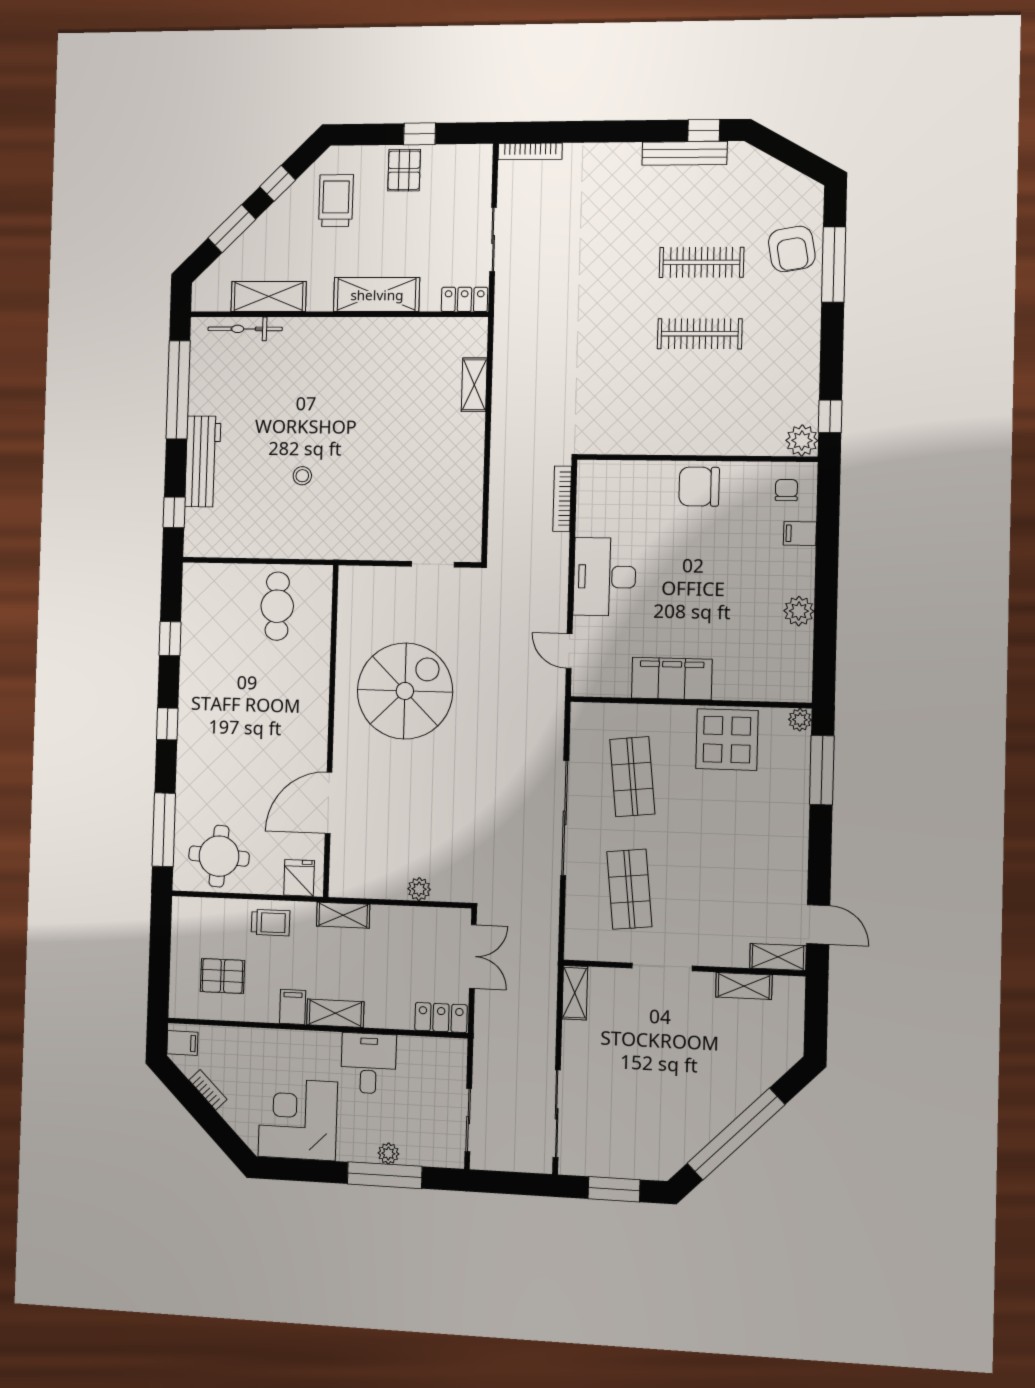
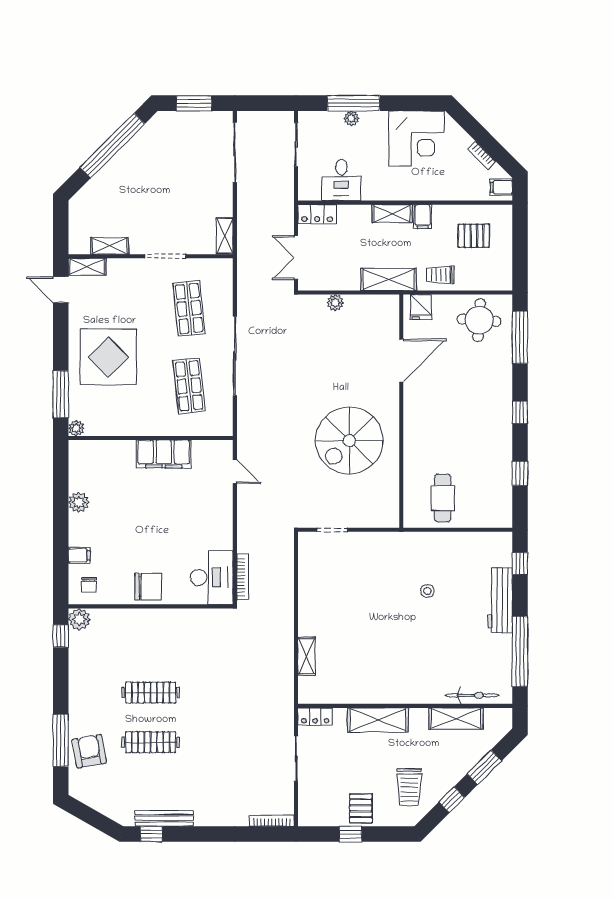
desk: (605, 577) -> (212, 577), moved
display table: (727, 740) -> (109, 357), moved, width x1.36, depth x1.36
shelving: (343, 915) -> (388, 279), width x1.50, depth x1.33
desk: (368, 1063) -> (341, 180), moved

